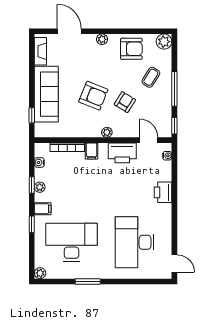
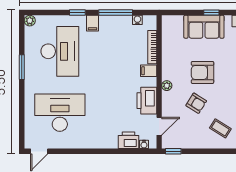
window: (174, 89) -> (209, 151), removed
sofa: (46, 94) -> (204, 27), width x0.73
armchair: (93, 96) -> (202, 72), turned 68
window: (32, 115) -> (211, 13), moved
window: (32, 185) -> (116, 13), width x2.17
plant: (40, 187) -> (113, 20), removed
printer: (163, 192) -> (129, 140), moved

